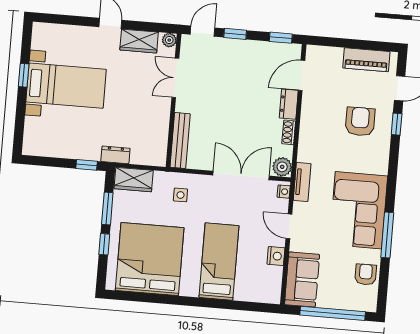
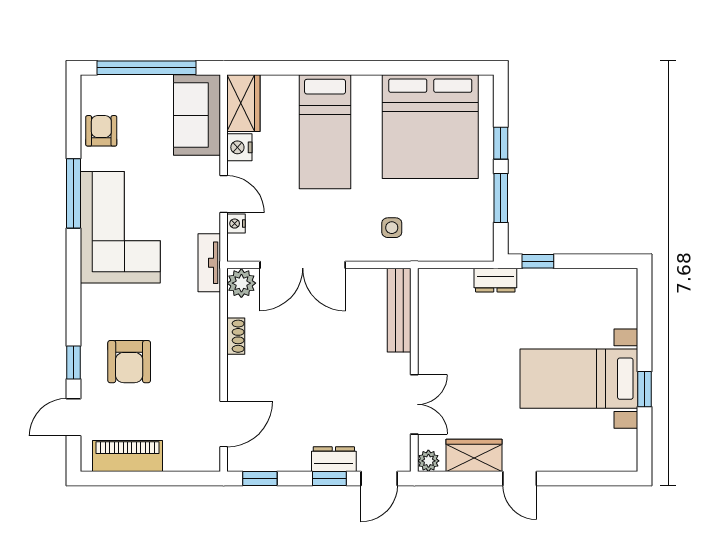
dresser: (289, 104) -> (334, 459), moved, turned -90
wardrobe: (134, 180) -> (243, 103), moved, turned 90
nightstand: (284, 192) -> (236, 224), moved
armchair: (366, 274) -> (101, 131), turned 180

